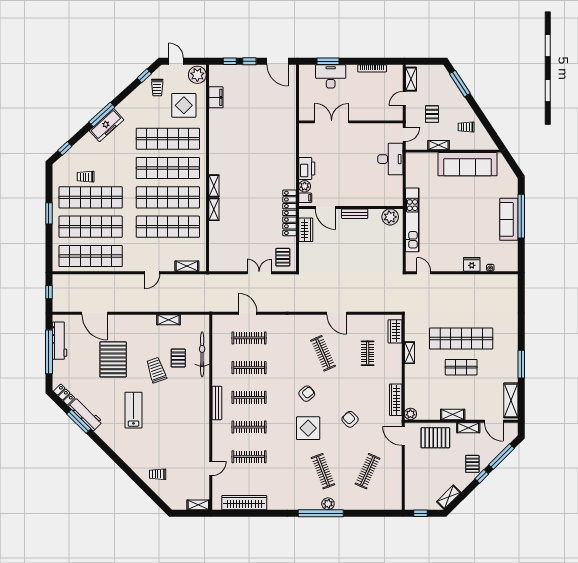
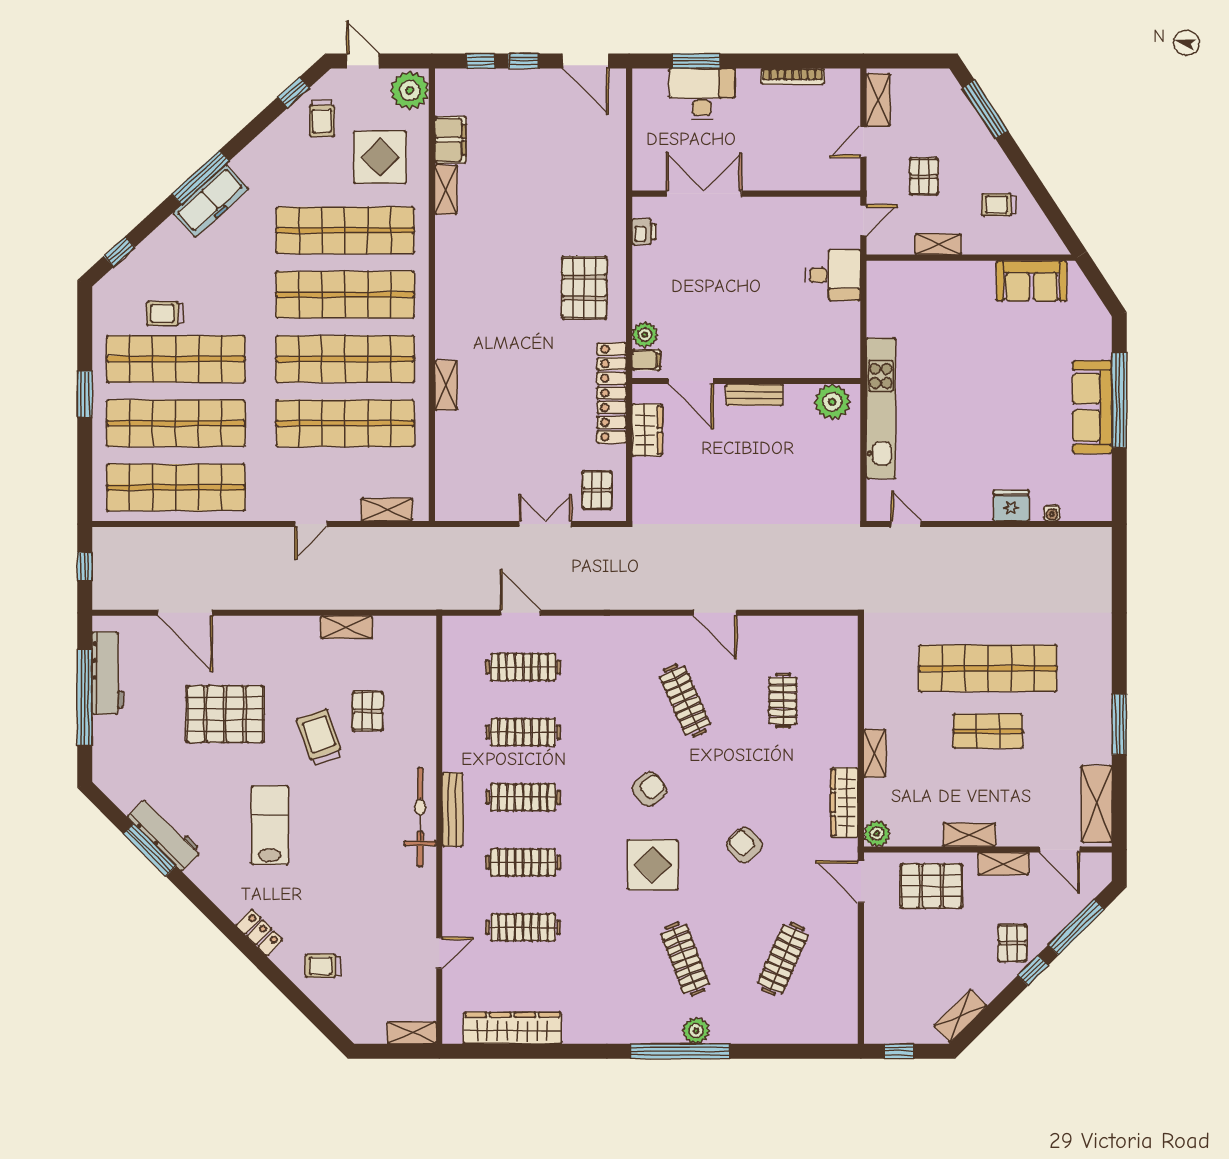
desk: (390, 159) -> (833, 275), width x0.73
sofa: (467, 164) -> (1031, 281), width x0.54, depth x0.79
pallet: (277, 165) -> (584, 288), added
printer: (307, 168) -> (644, 231), moved, width x0.53, depth x0.68
shelving: (214, 186) -> (446, 190), moved
wardrobe: (395, 331) -> (843, 653), removed
shelving: (409, 353) -> (875, 753), moved
bicycle: (202, 354) -> (420, 817), moved
pallet: (113, 359) -> (225, 714), turned 90
locker: (64, 395) -> (259, 933), moved

